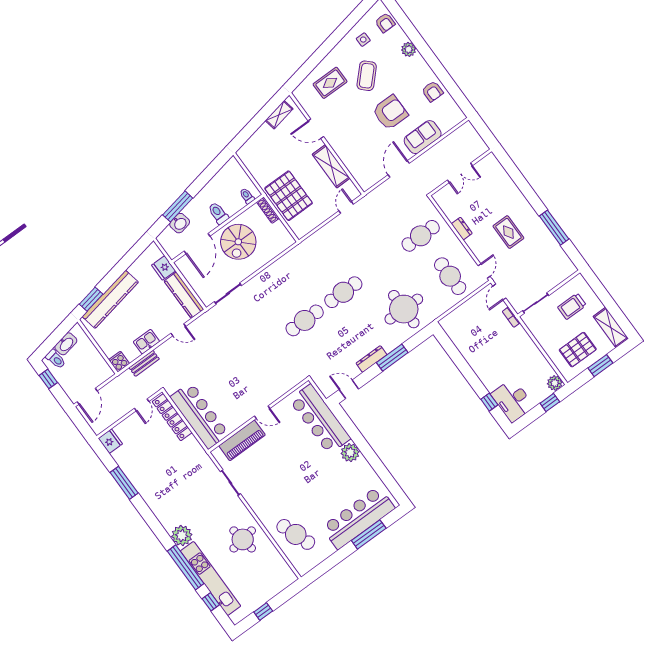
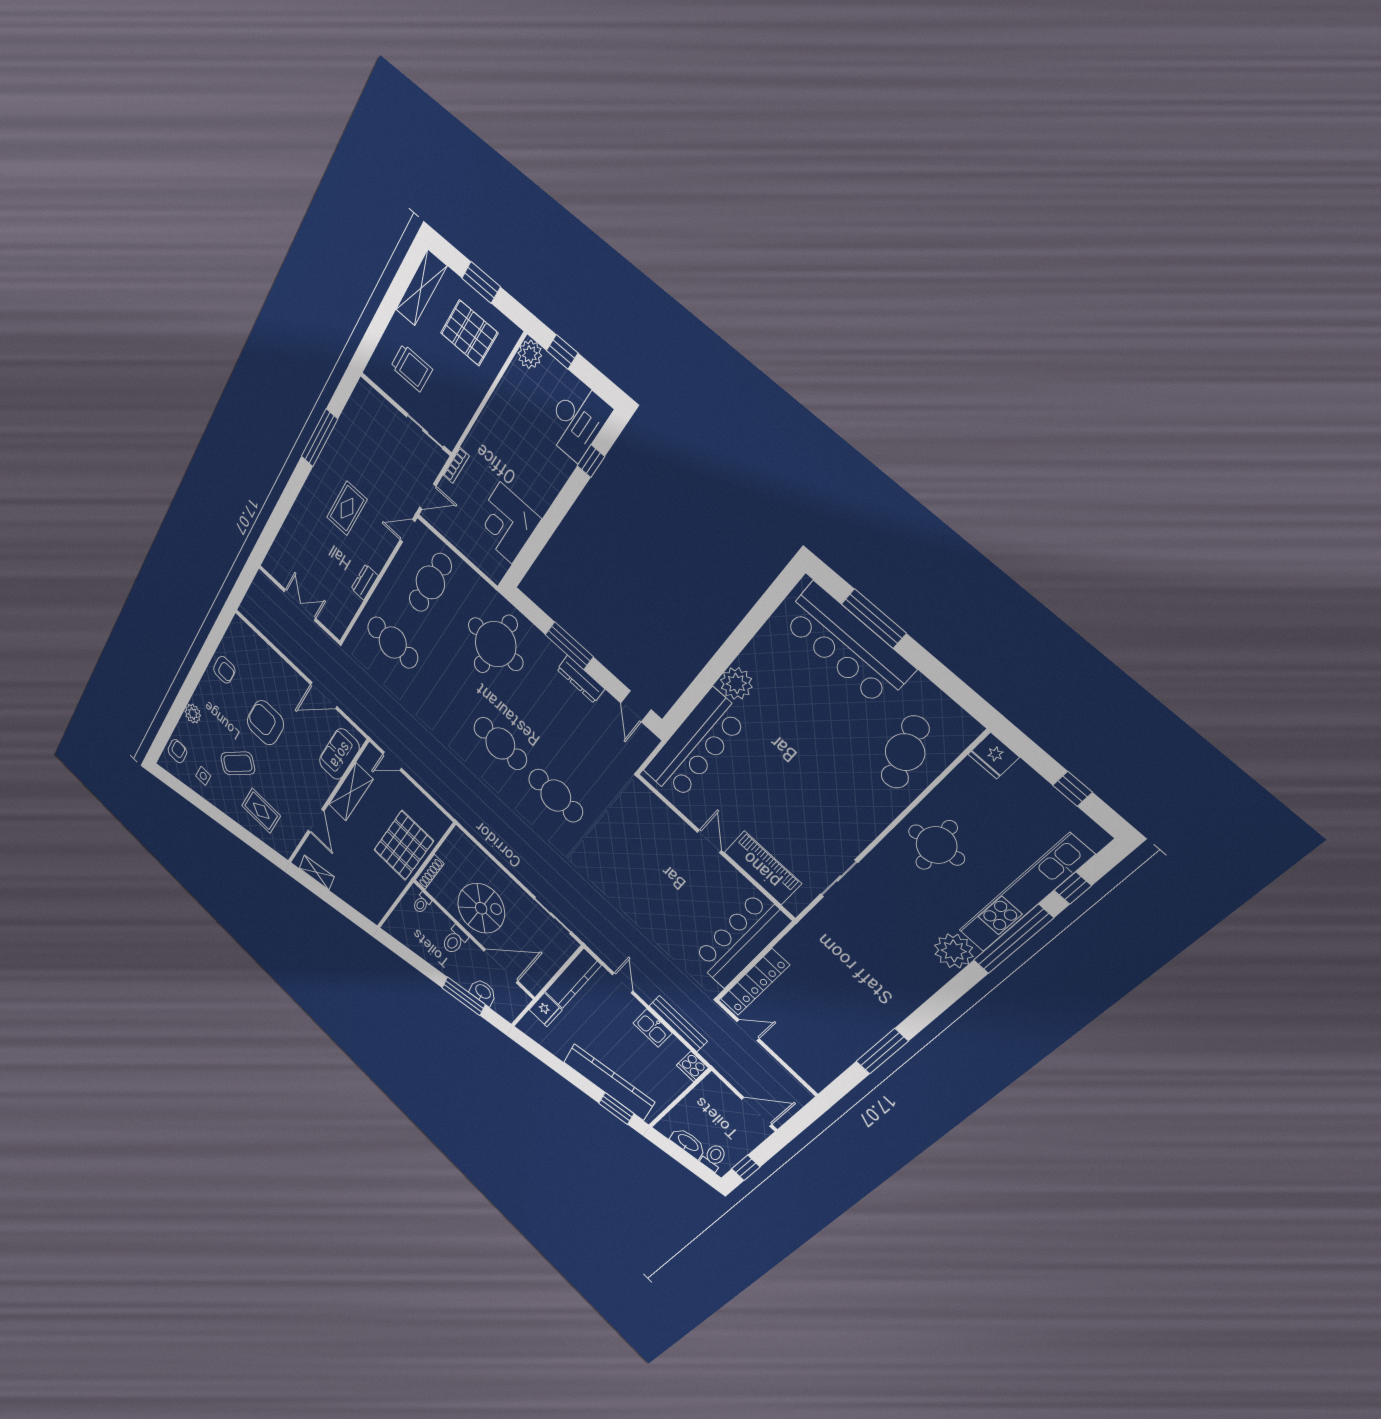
armchair: (432, 91) -> (224, 670), turned 90
sofa: (423, 137) -> (339, 754), moved, turned 90
corner desk: (471, 339) -> (506, 523), added
bench: (144, 363) -> (678, 1024), width x1.36
fridge: (110, 441) -> (994, 756), moved, turned -90

